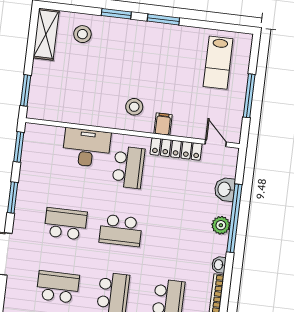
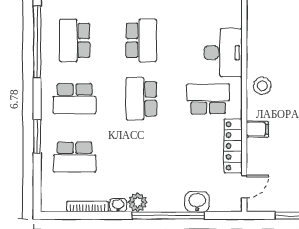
stool: (134, 107) -> (262, 86), moved
school desk: (128, 167) -> (208, 99), turned 180
plant: (221, 225) -> (138, 202), moved
school desk: (58, 287) -> (75, 40), turned 180

